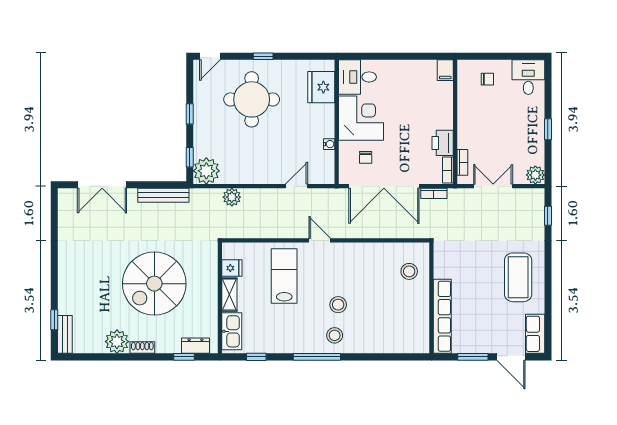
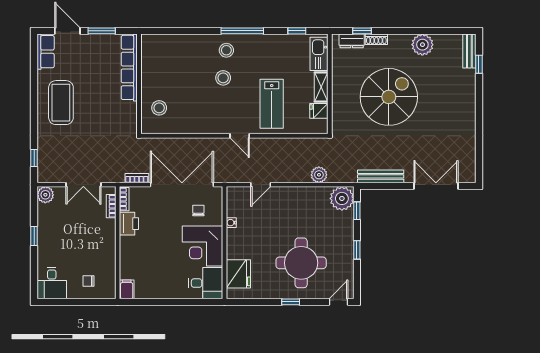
shoe rack: (142, 348) -> (376, 39), moved

